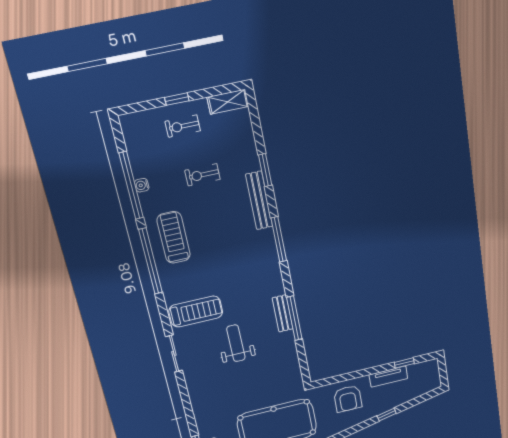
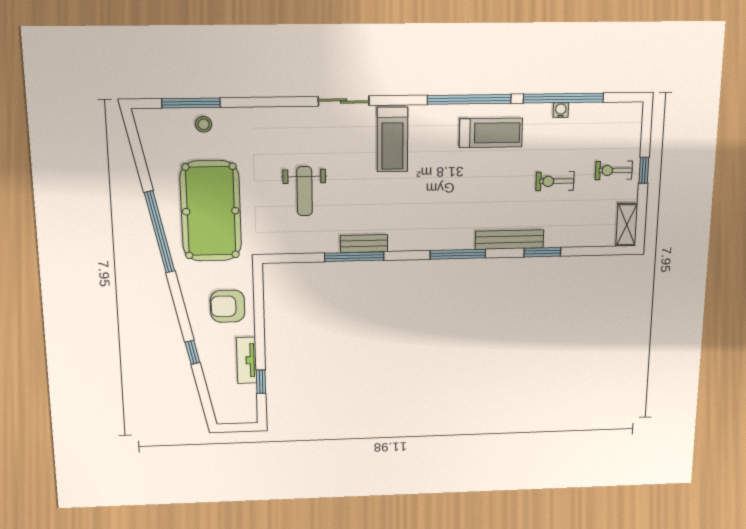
exercise bike: (183, 126) -> (614, 170), turned -90
exercise bike: (202, 175) -> (555, 181), turned -90
weight bench: (236, 343) -> (305, 191), moved, turned 90

